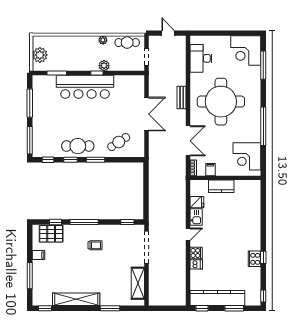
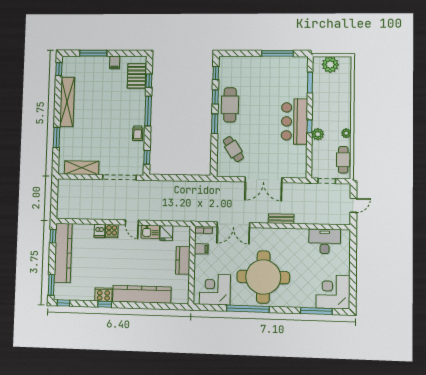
bar counter: (85, 87) -> (294, 121), width x0.73
round table: (221, 102) -> (263, 277), moved
window: (30, 140) -> (237, 53), removed
kitchen counter: (253, 223) -> (142, 294), added
trolley: (95, 245) -> (138, 133), moved
window: (234, 308) -> (51, 285), moved

